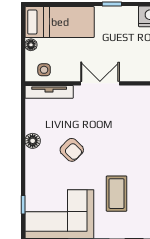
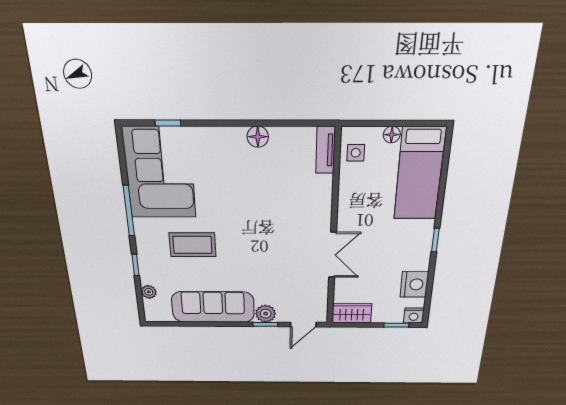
double door: (100, 83) -> (333, 255), moved
tv unit: (49, 92) -> (325, 150), width x0.71
armchair: (72, 150) -> (247, 190), removed

